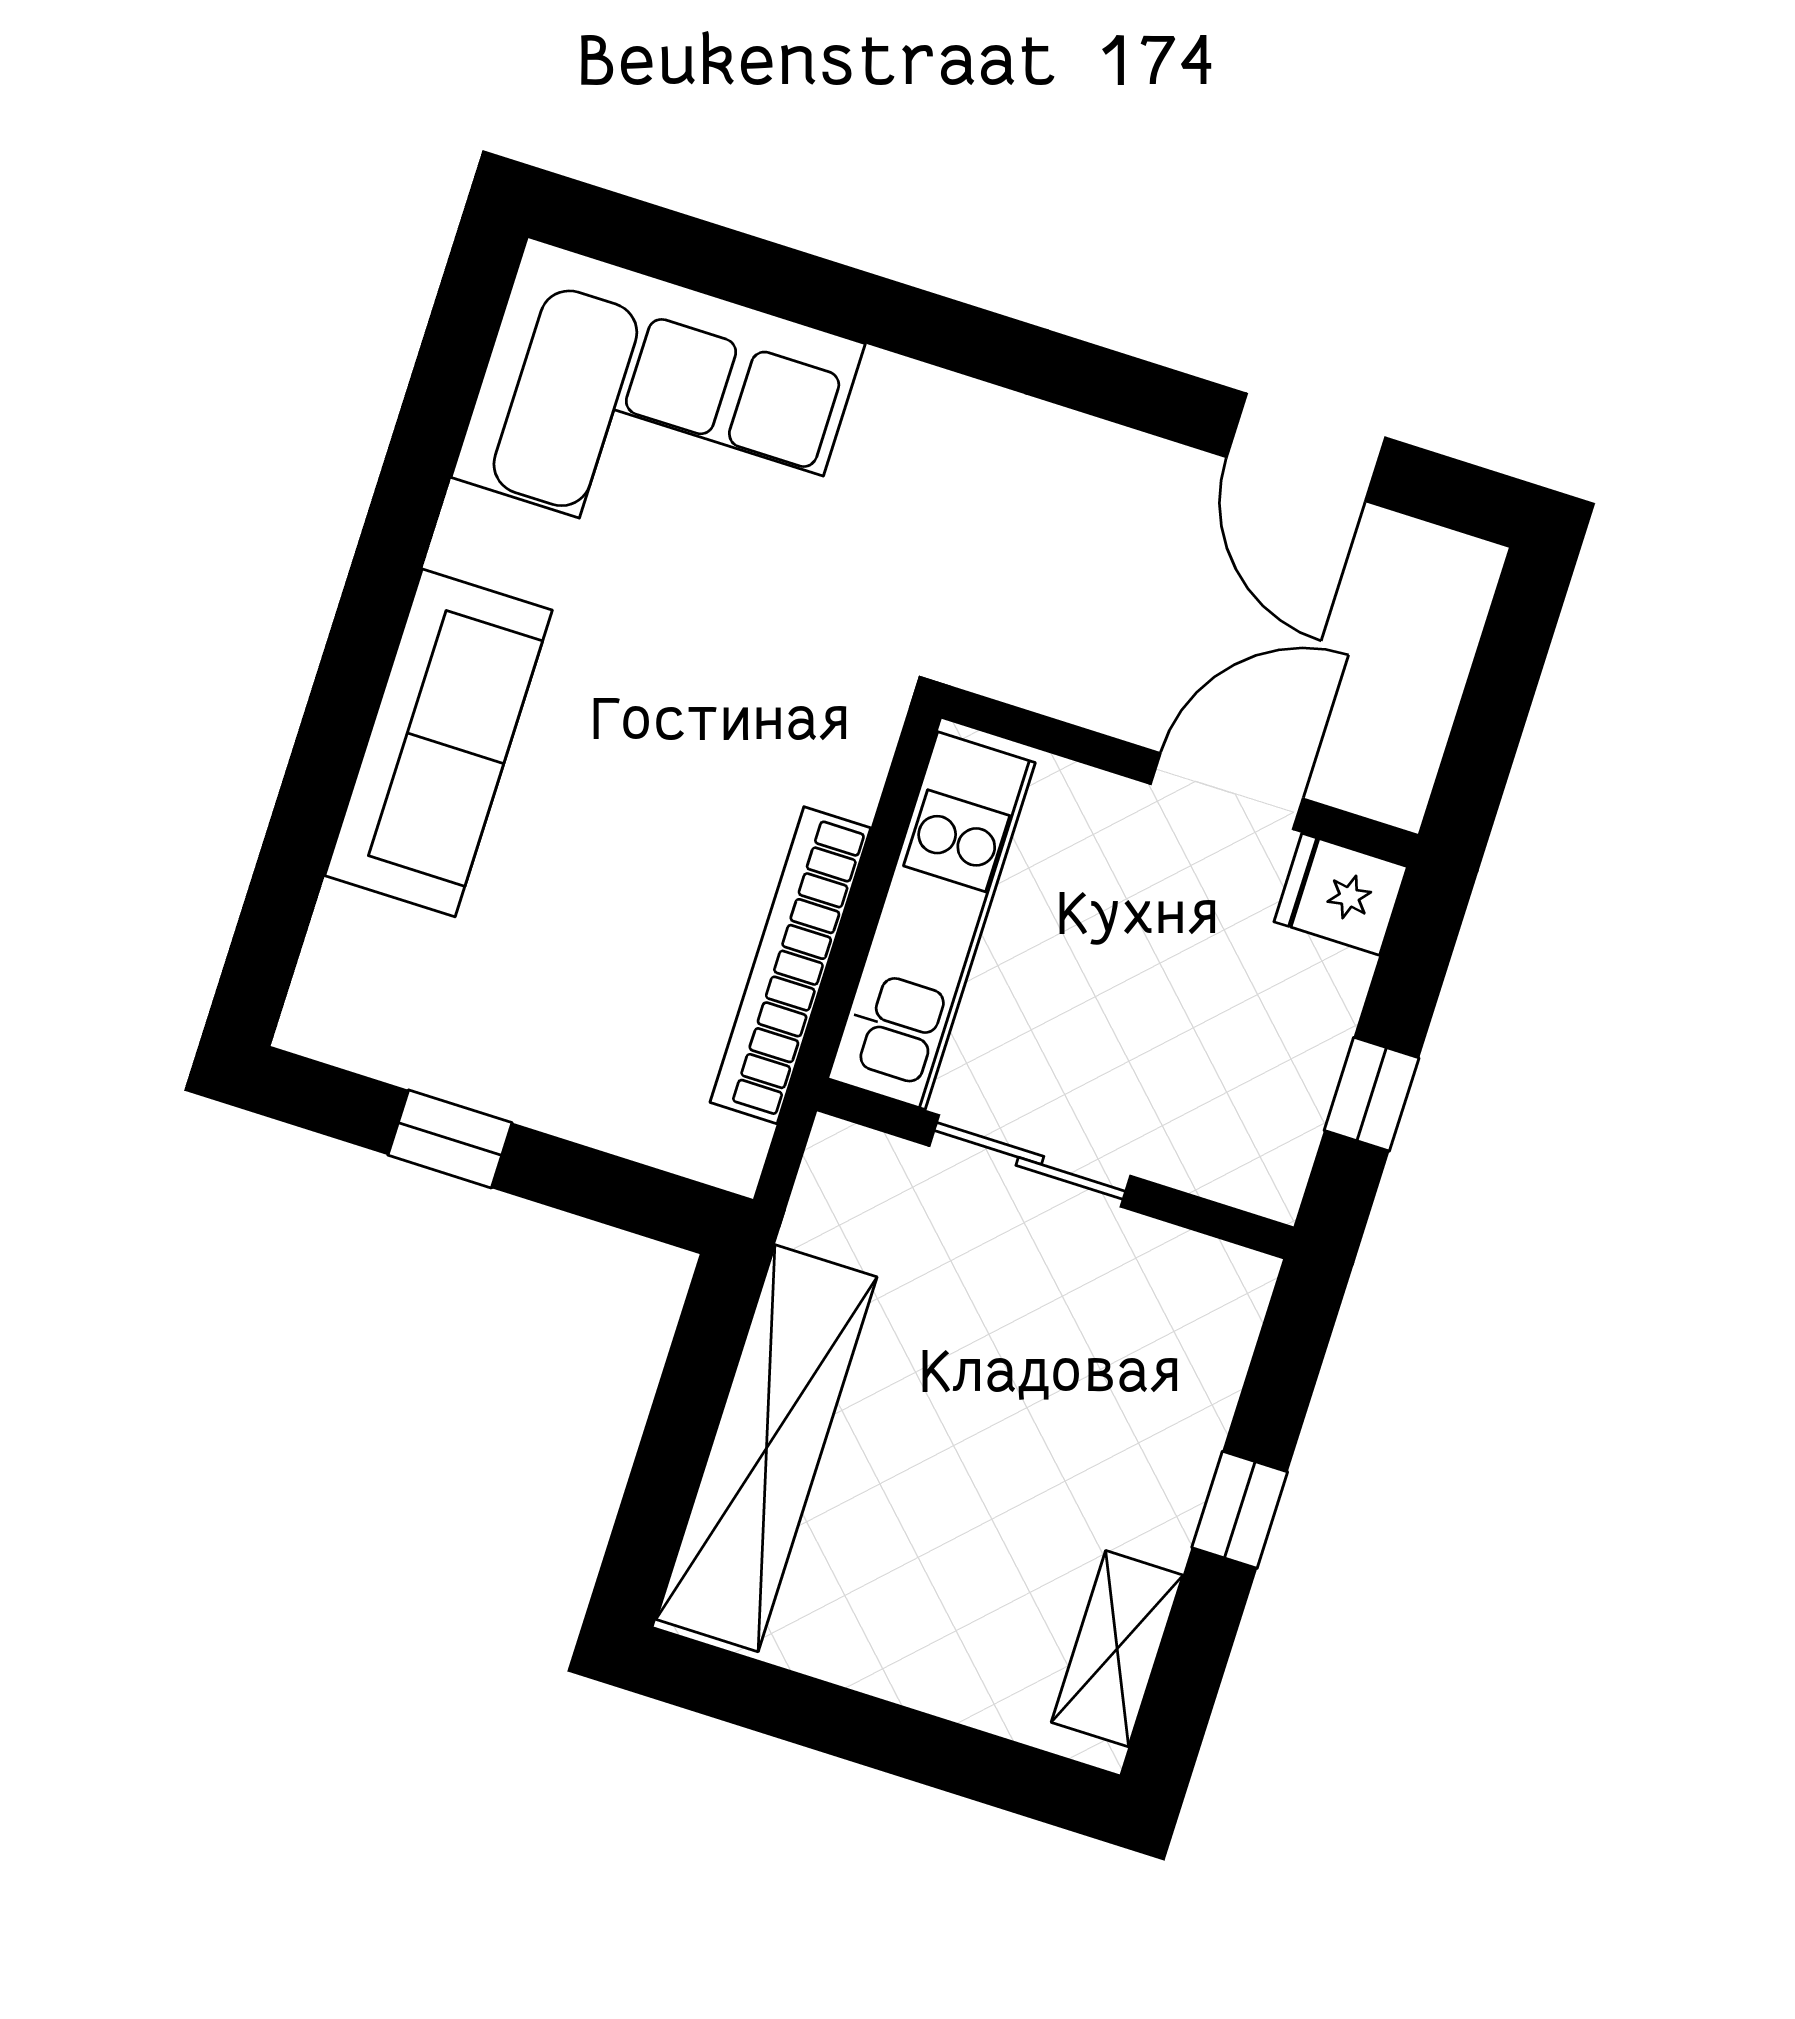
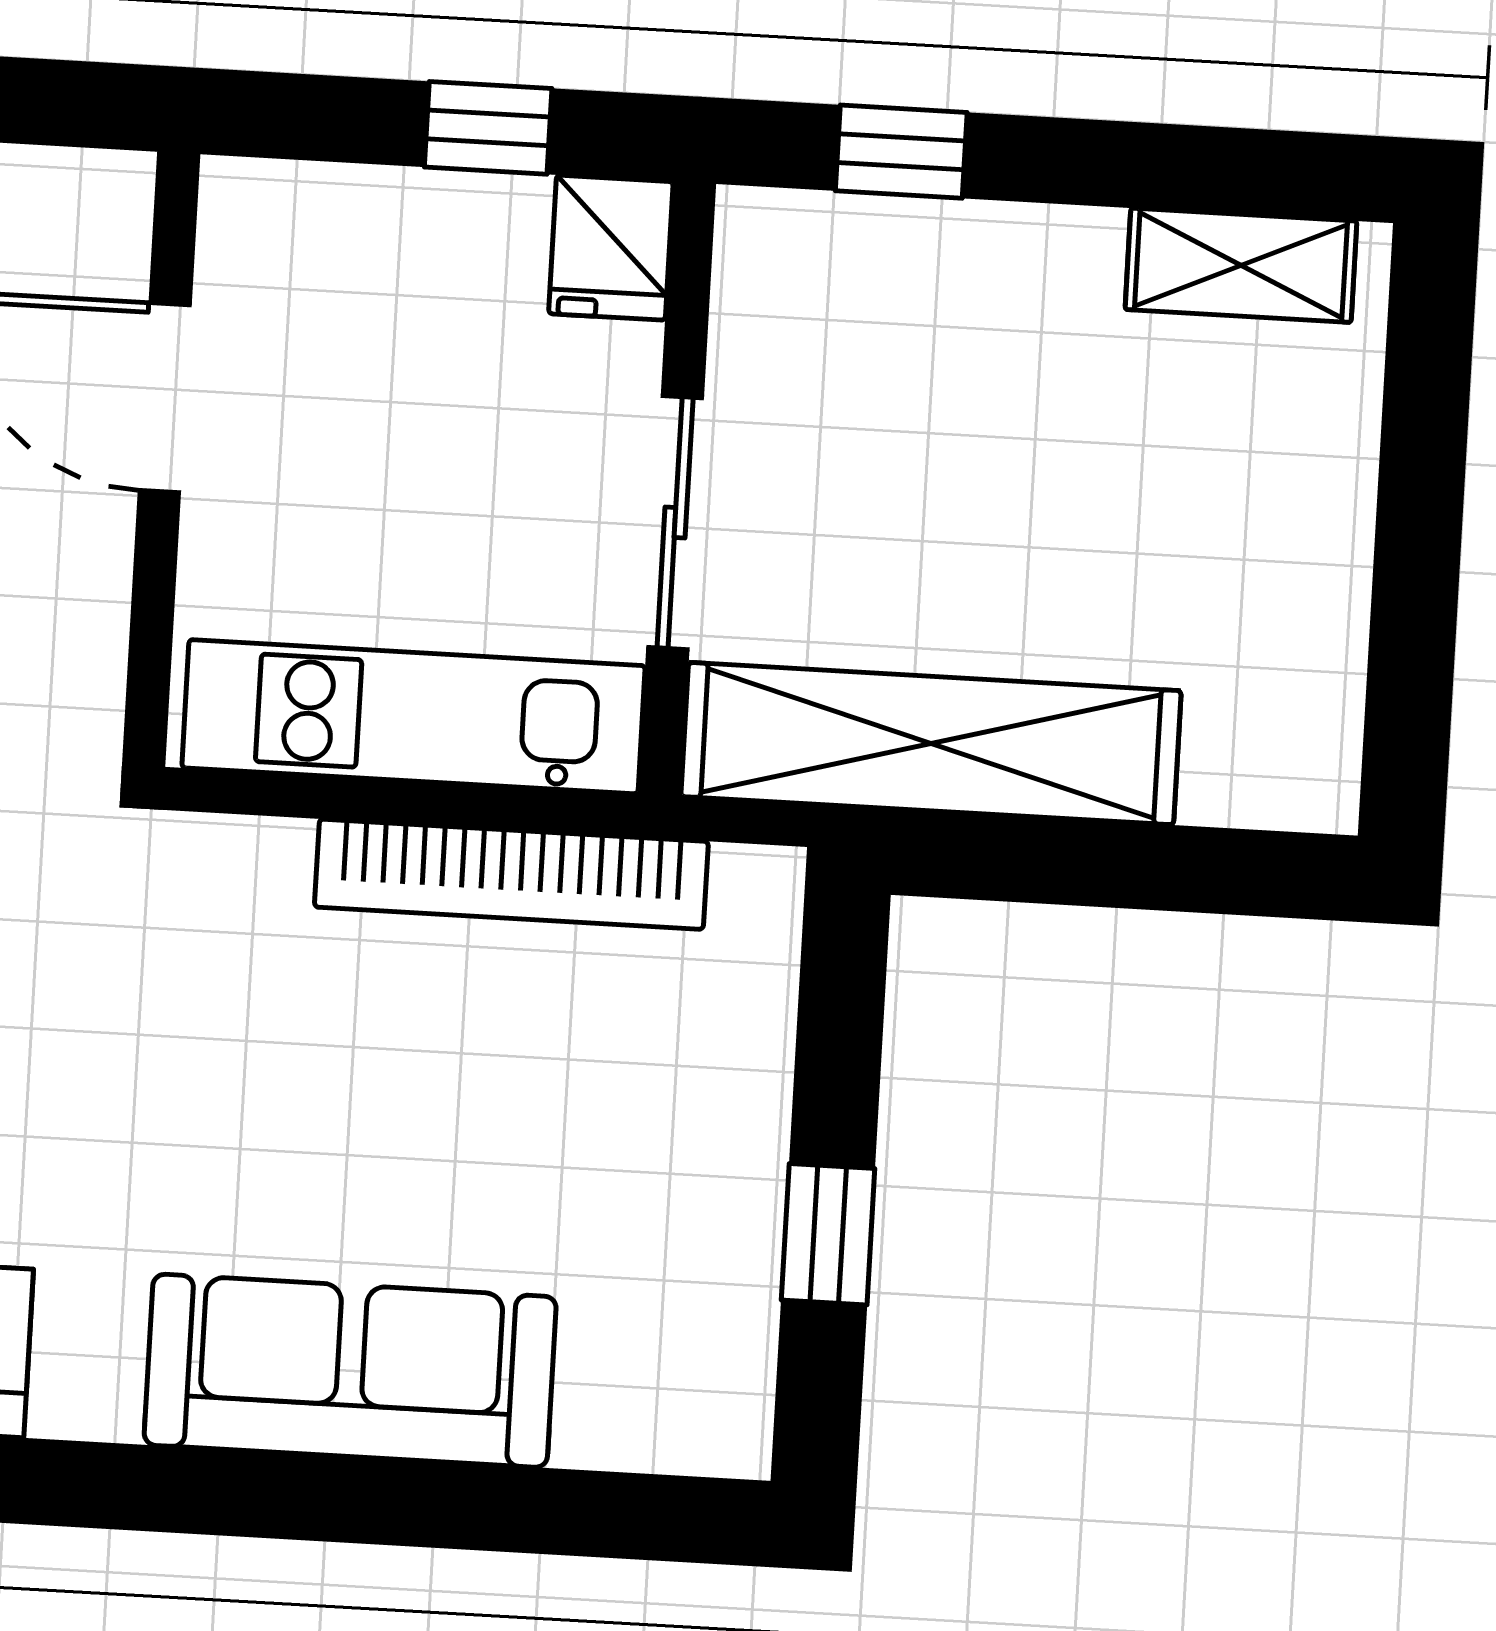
fridge: (1341, 894) -> (611, 248), moved
shelving: (766, 1448) -> (931, 744), moved
window: (1240, 1510) -> (901, 152), moved

